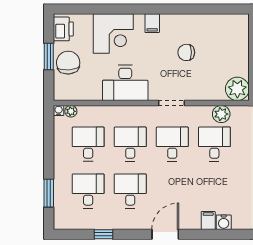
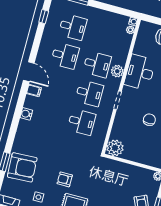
plant: (221, 114) -> (117, 71), moved
desk: (88, 144) -> (105, 36), removed
filing cabinet: (208, 220) -> (34, 91), moved
window: (103, 234) -> (44, 17), moved

